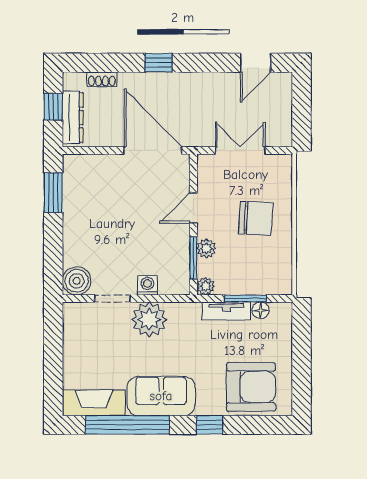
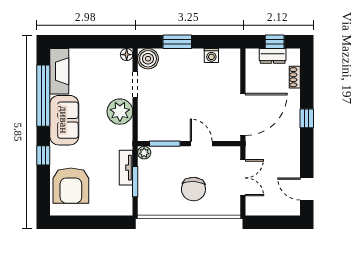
dresser: (73, 118) -> (273, 56), width x0.70
window: (53, 193) -> (177, 42), moved
plant: (206, 249) -> (172, 153), removed
washing machine: (147, 285) -> (211, 55), moved, turned 90
floor lamp: (261, 310) -> (127, 55), moved

